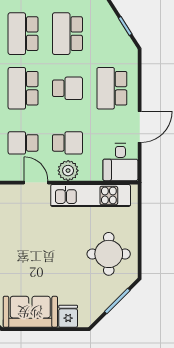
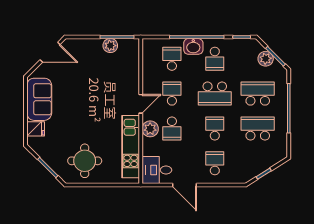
school desk: (23, 88) -> (215, 94), turned 180
school desk: (67, 88) -> (215, 128), turned 180
school desk: (112, 88) -> (215, 163), width x0.54

